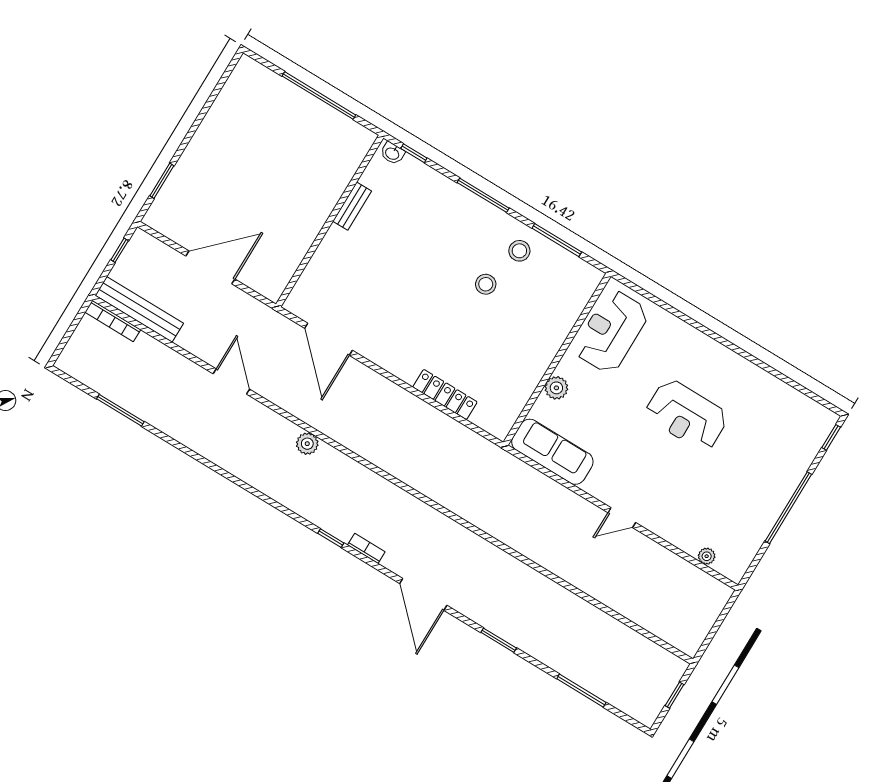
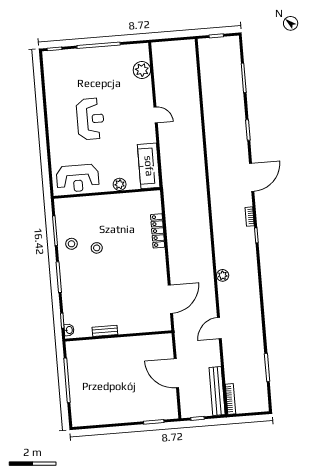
plant: (707, 556) -> (142, 70), width x1.88, depth x1.88

